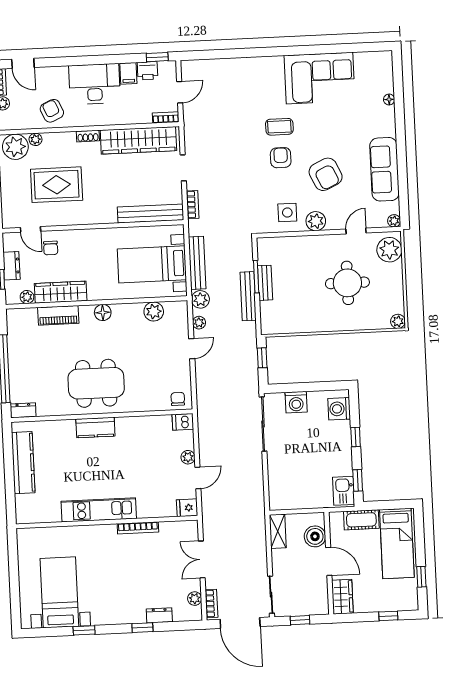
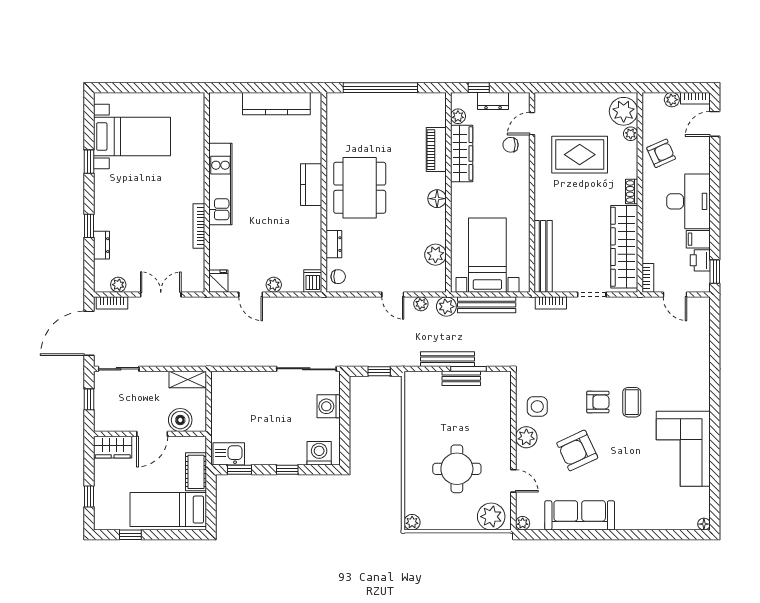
floor lamp: (389, 99) -> (704, 524), moved
rug: (57, 185) -> (580, 155), turned 90
dresser: (23, 410) -> (334, 244), moved

